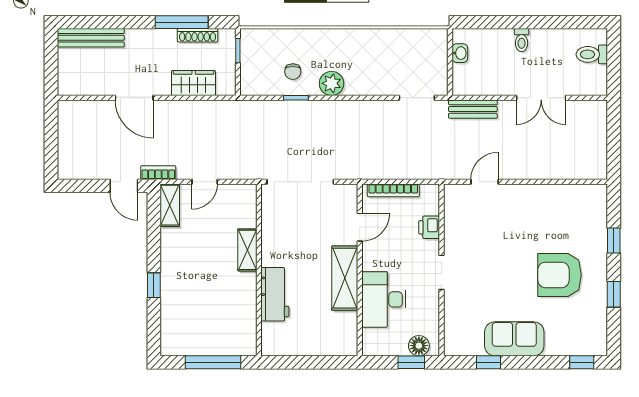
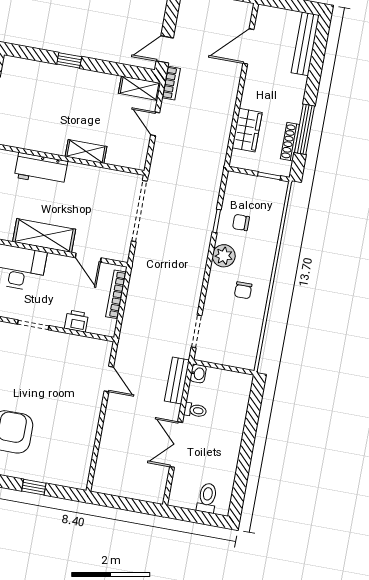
toilet: (522, 40) -> (195, 410), moved, turned 180
washbasin: (460, 53) -> (198, 374), moved, turned -90
chair: (364, 56) -> (243, 290), added
door: (134, 98) -> (248, 46), moved

